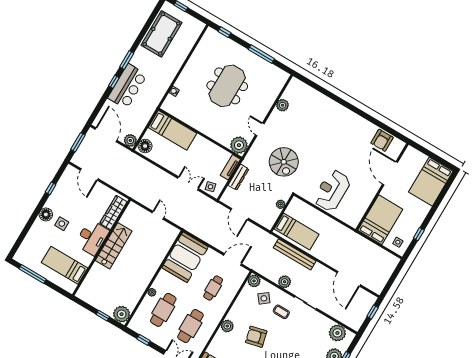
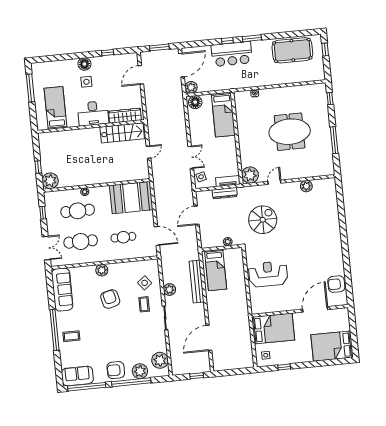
spiral stairs: (284, 162) -> (263, 220), turned 180
stairs: (114, 246) -> (122, 133), moved
plant: (254, 281) -> (153, 265), removed

